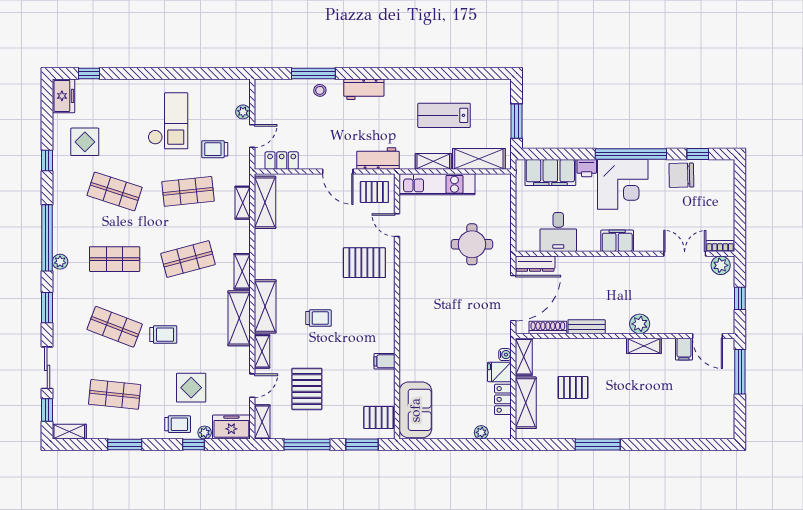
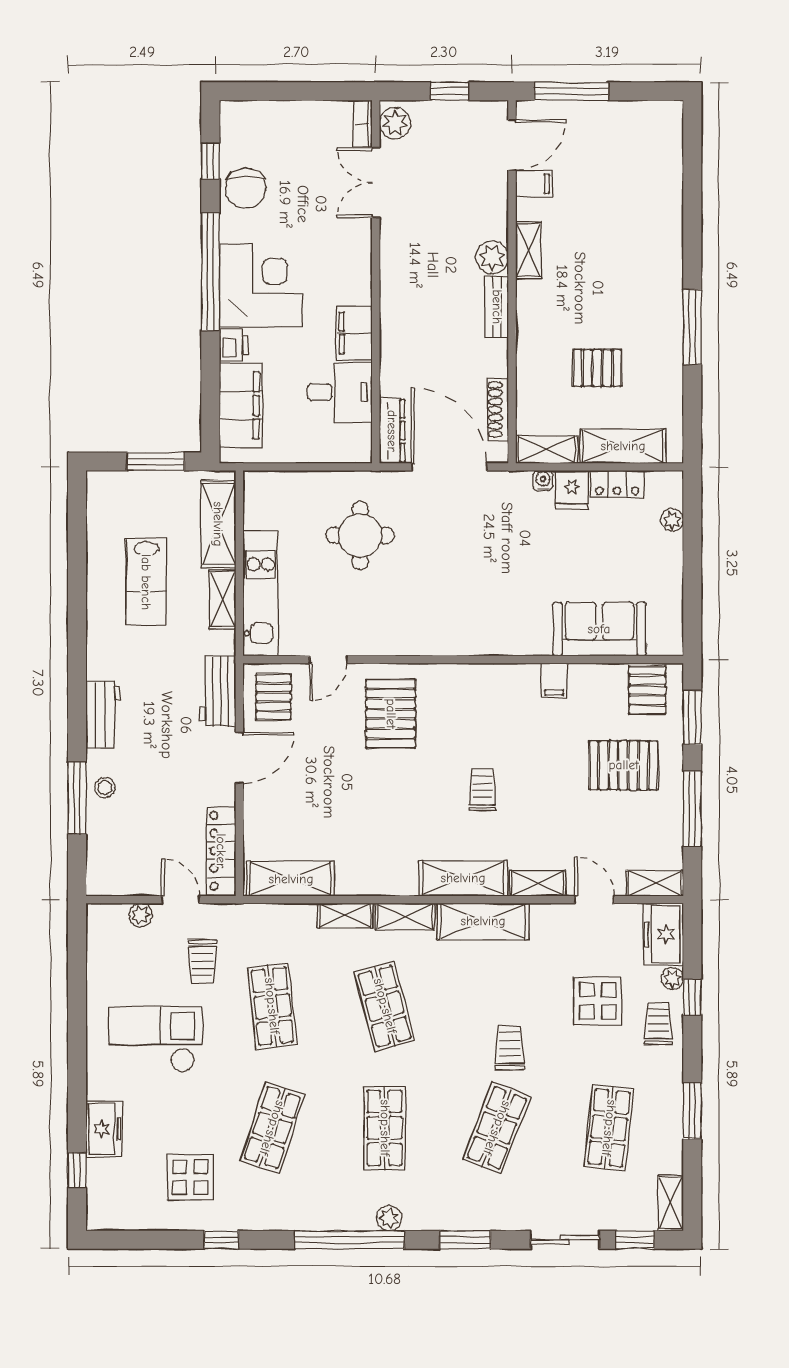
freezer: (63, 96) -> (104, 1129), moved, turned 90
locker: (282, 161) -> (221, 851), width x1.53
shelving: (243, 203) -> (345, 916), moved
filing cabinet: (617, 241) -> (354, 333), moved
bench: (587, 327) -> (497, 307), moved
pallet: (573, 387) -> (597, 368), turned 90
pallet: (307, 389) -> (624, 765), moved
sofa: (415, 410) -> (599, 629), moved

